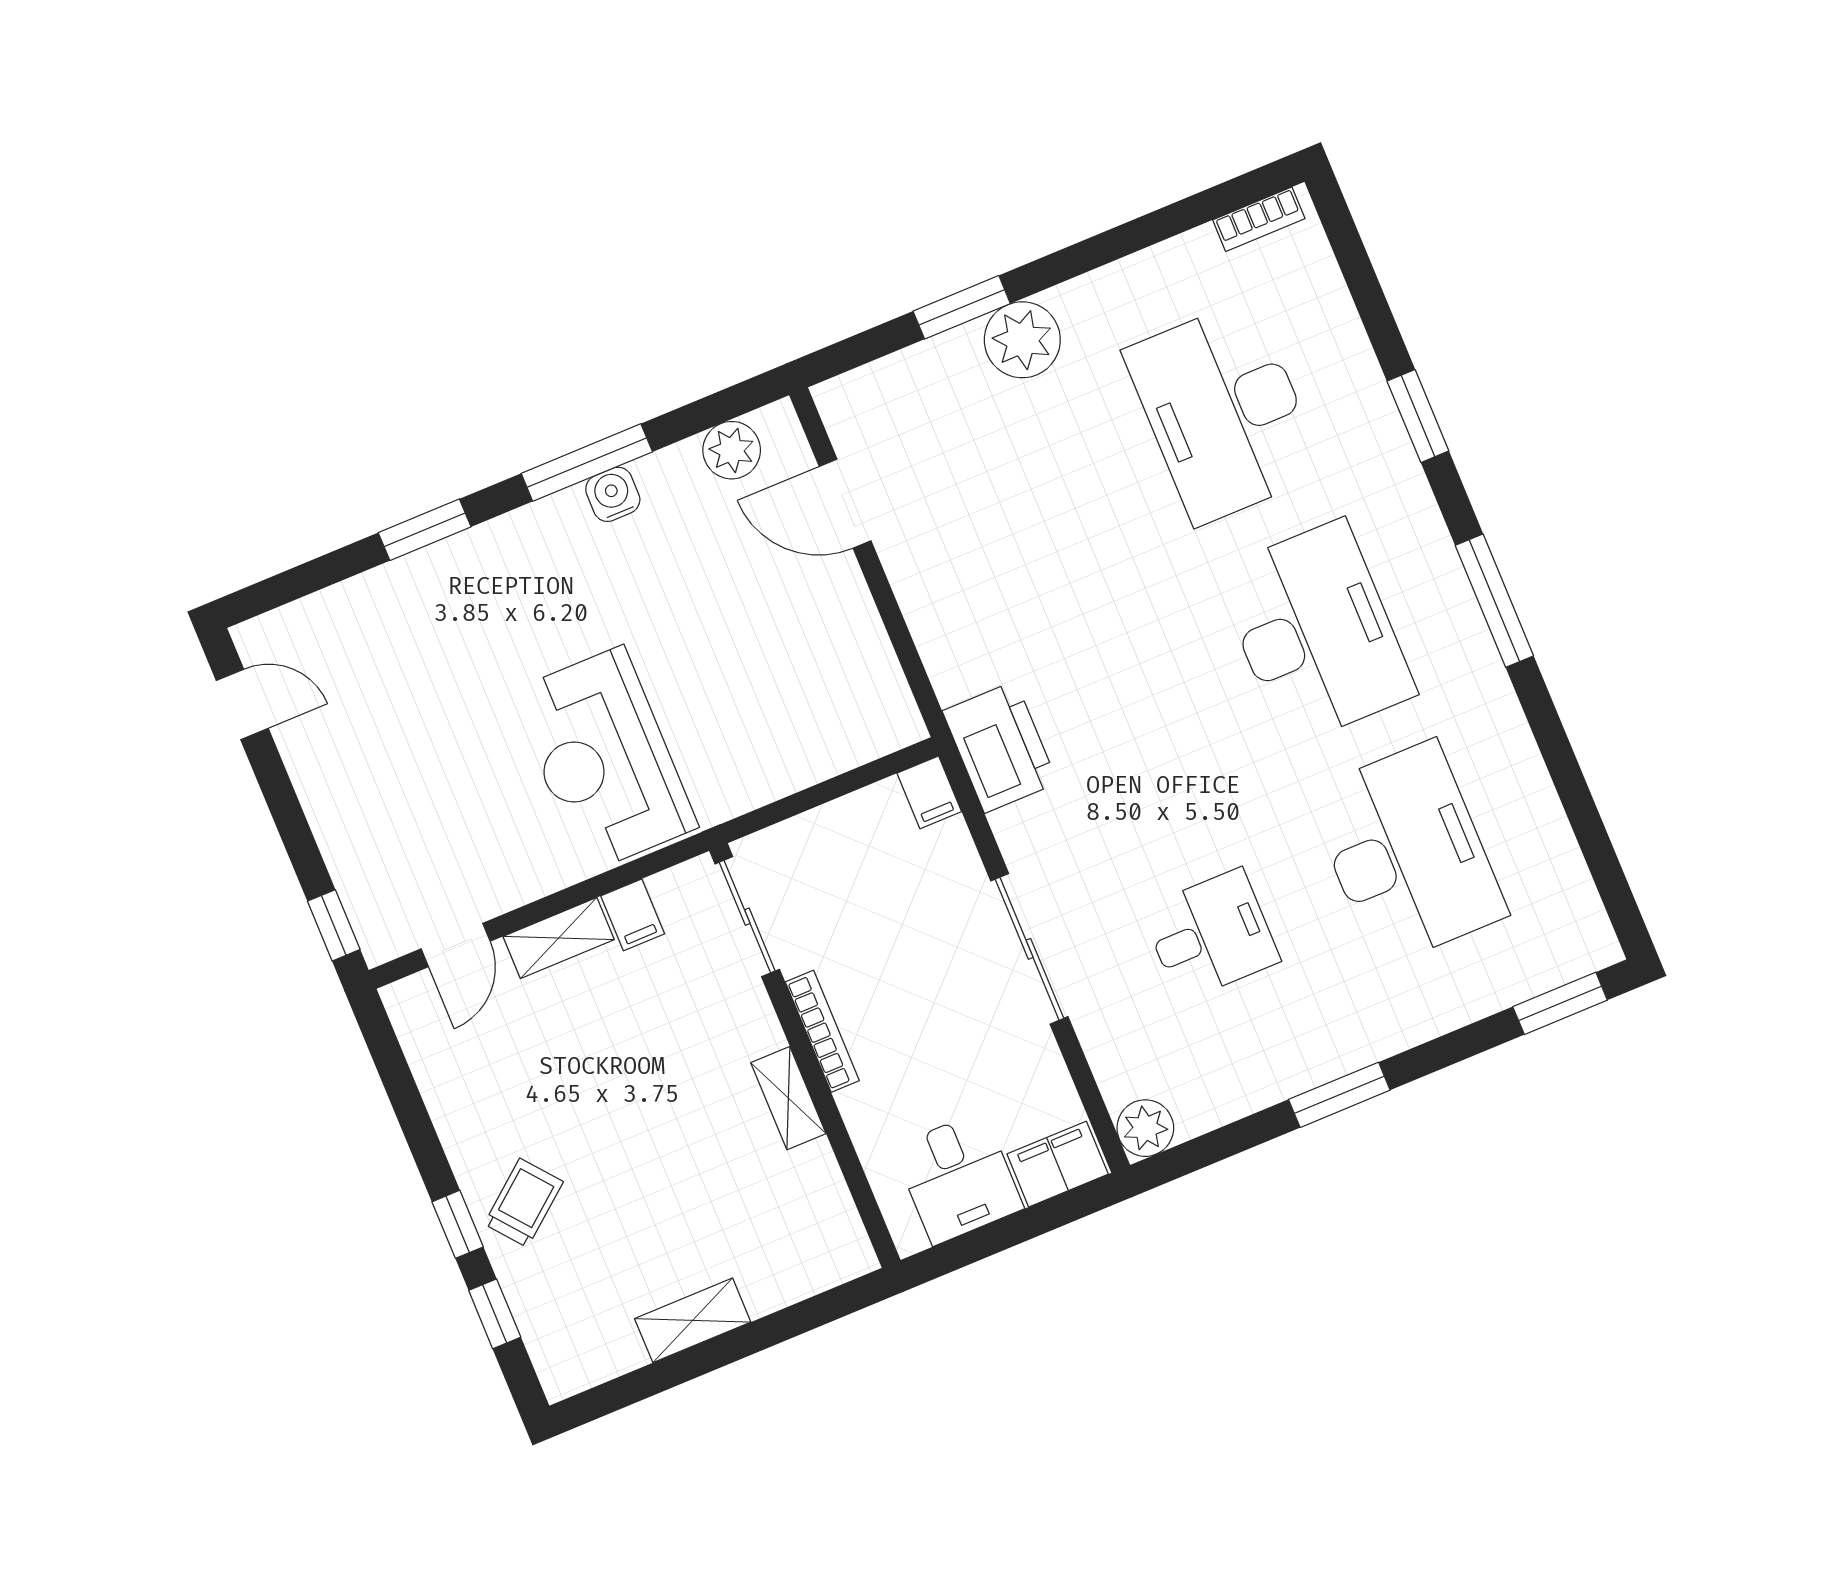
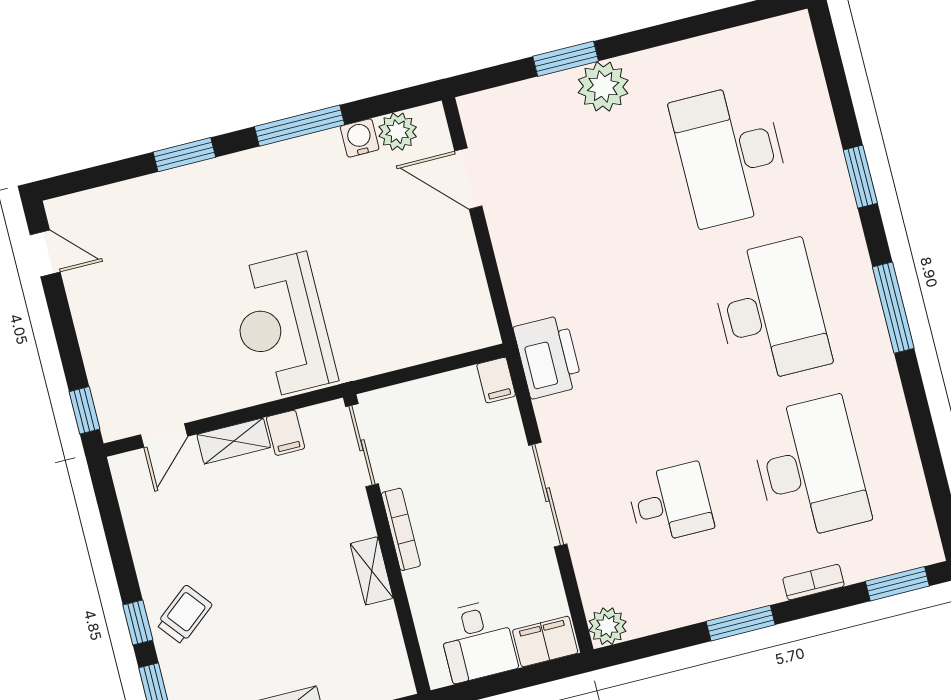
bookcase: (1259, 219) -> (814, 582), moved, turned 180
water cooler: (613, 494) -> (360, 138), moved

